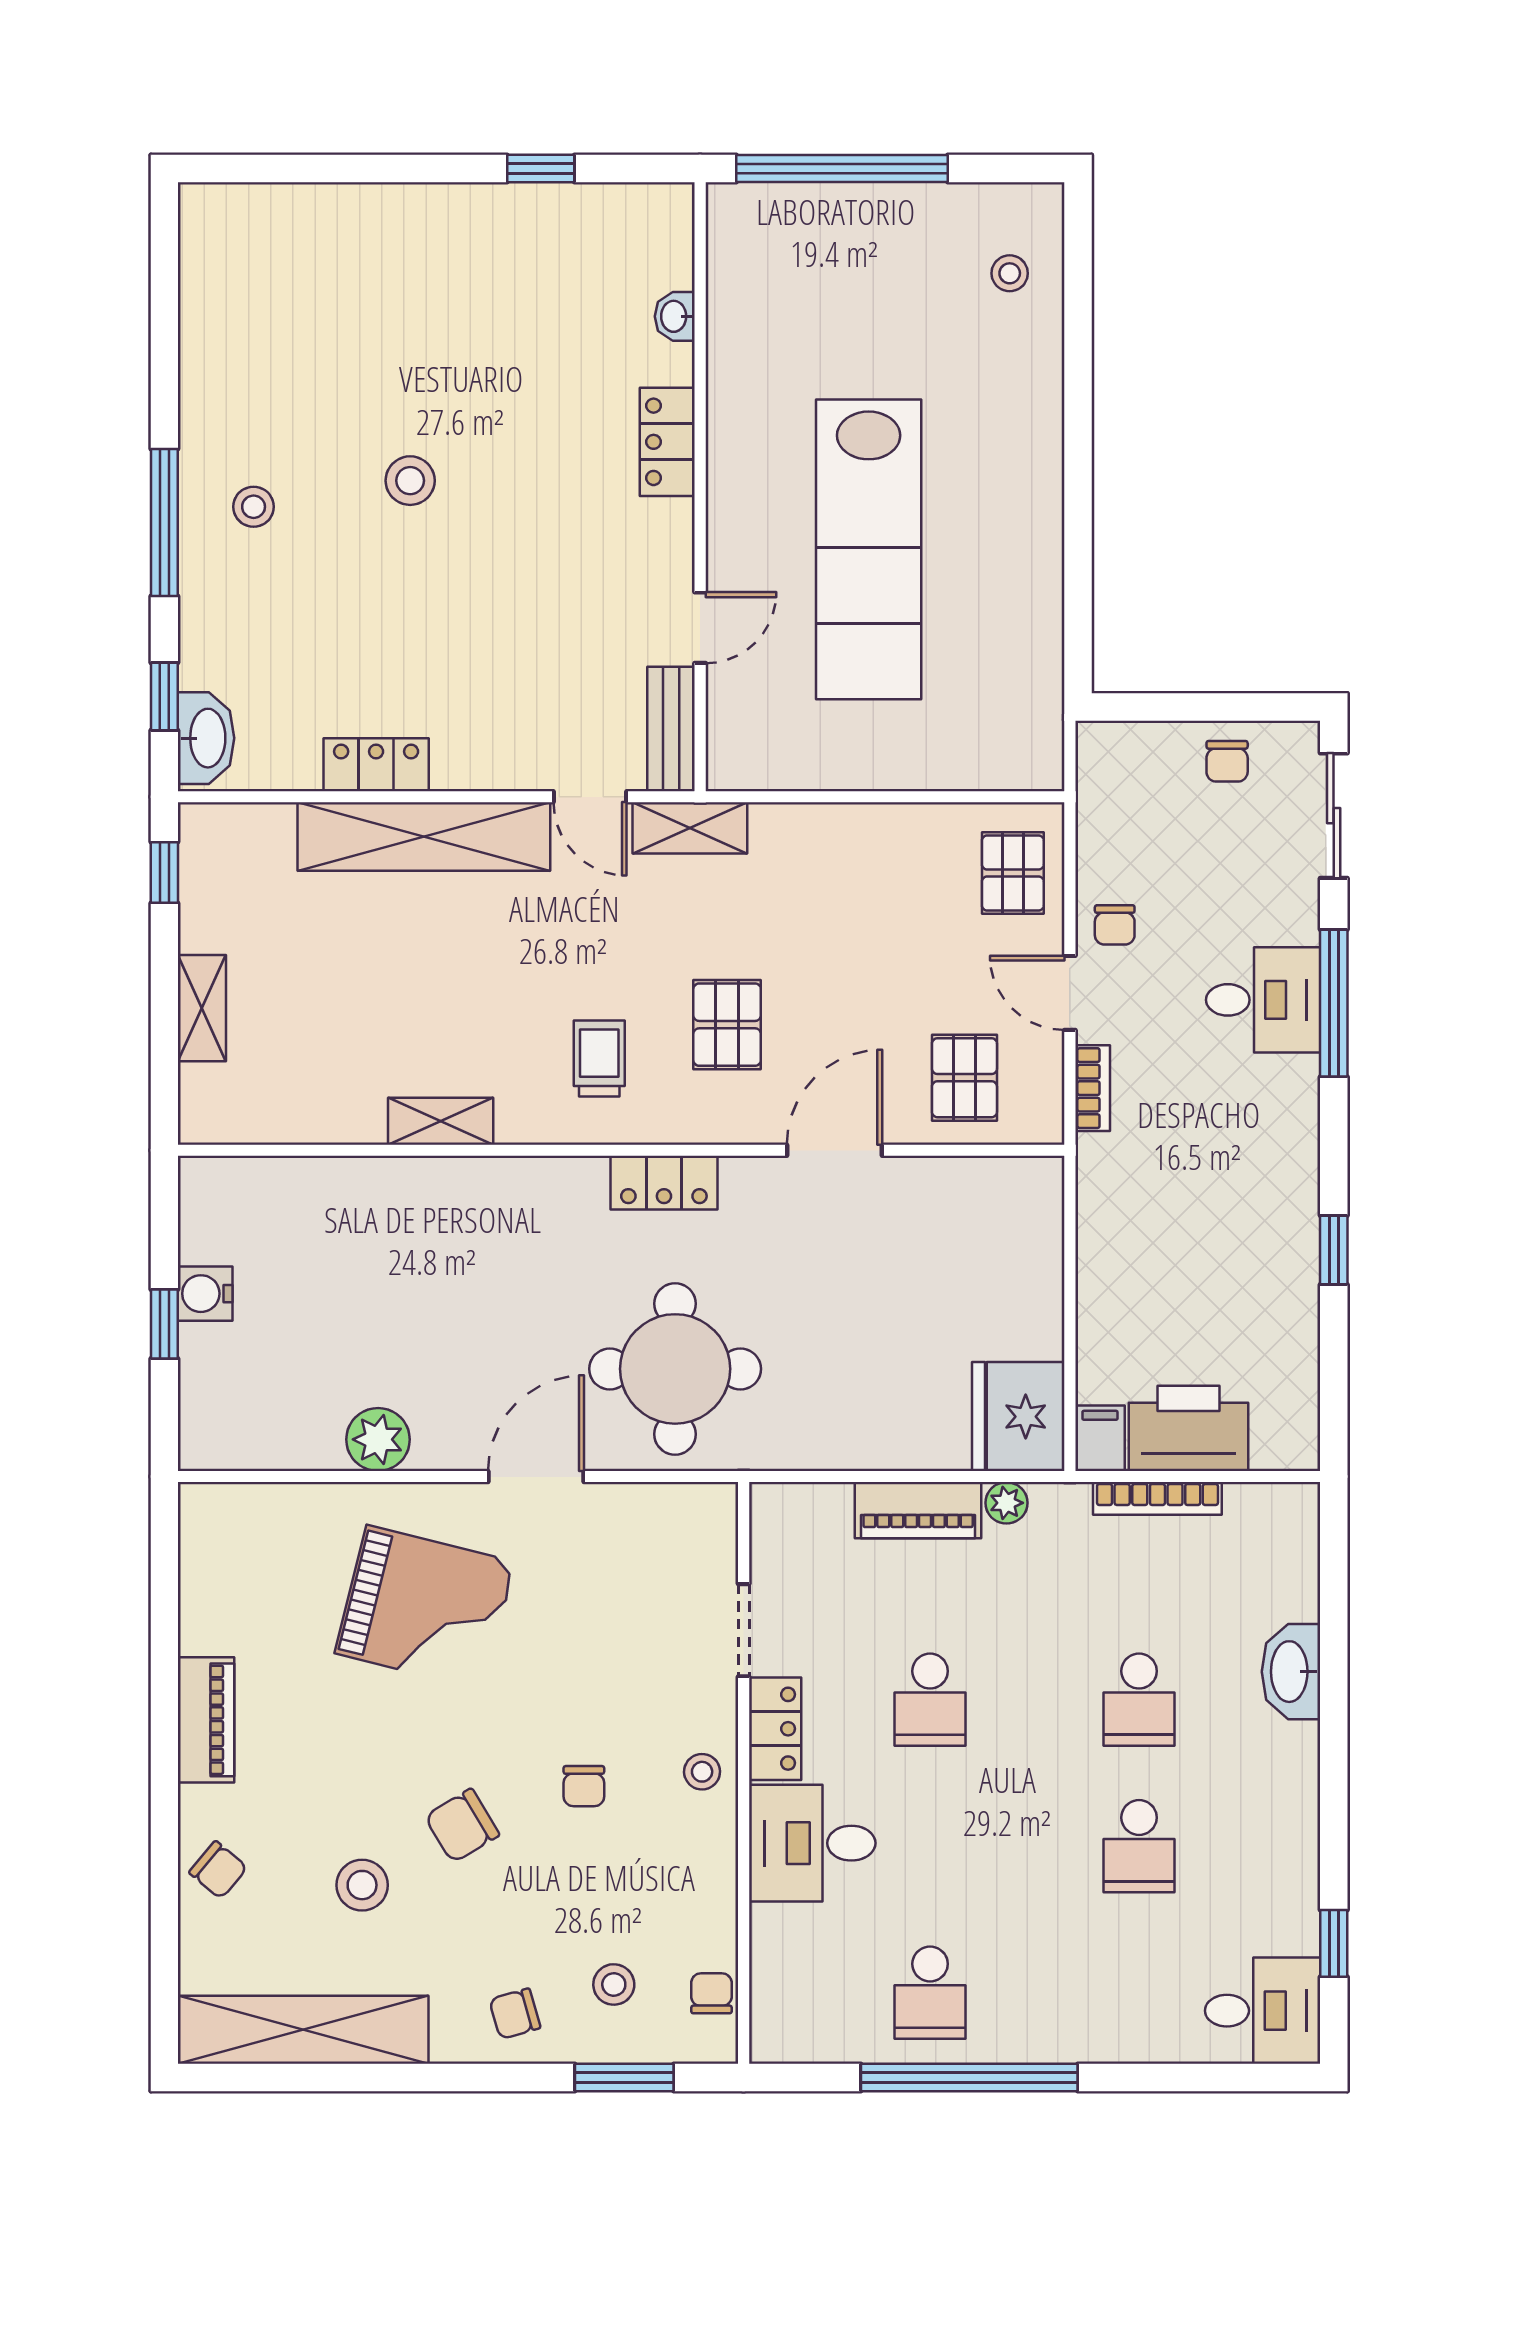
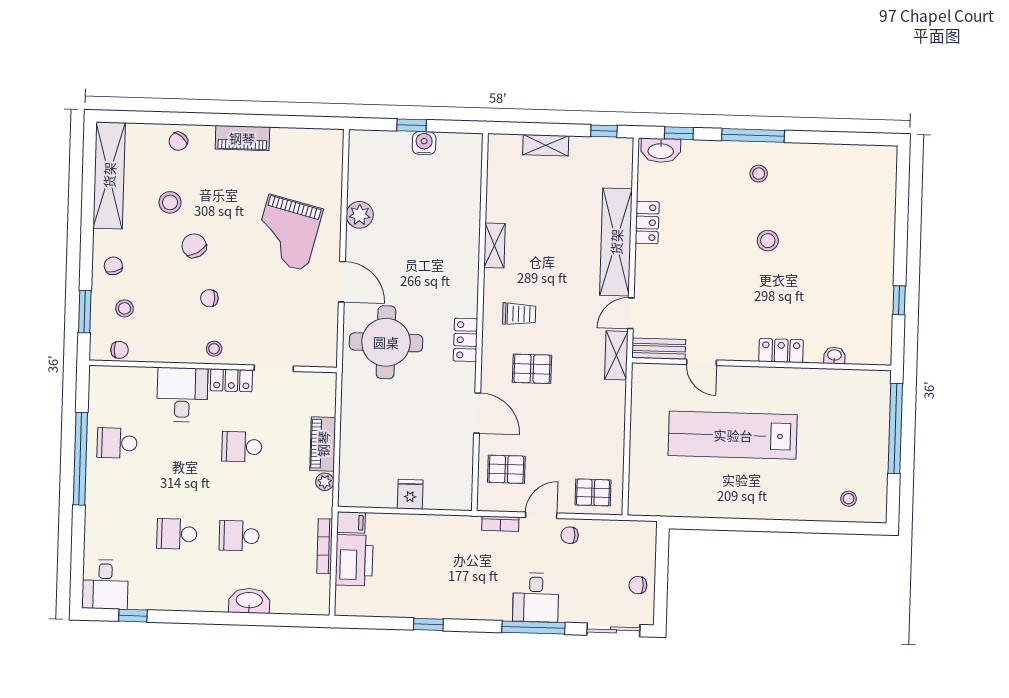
fridge: (1018, 1417) -> (410, 494), moved, width x0.53, depth x0.75

